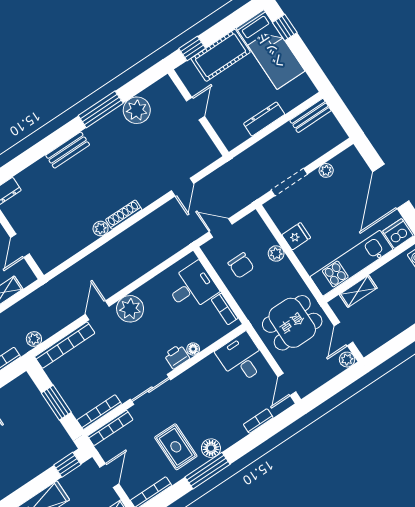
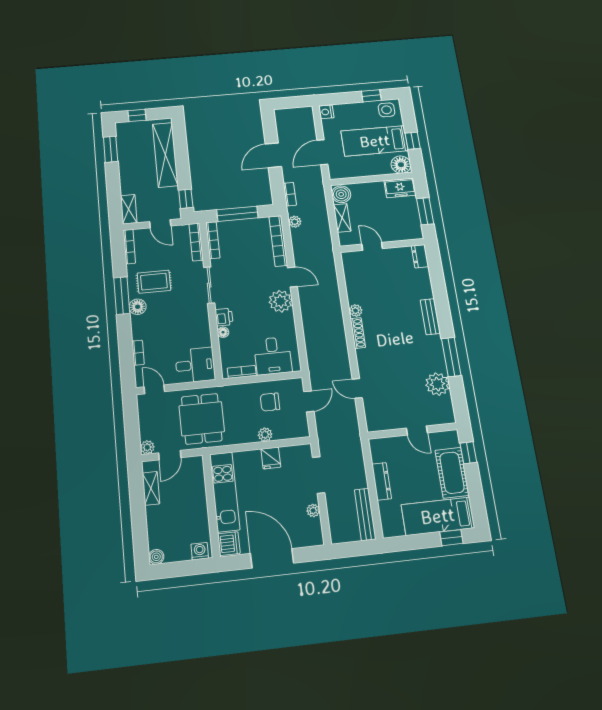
bench: (310, 115) -> (365, 514), width x1.36
shelving: (358, 291) -> (151, 488), moved
door: (344, 334) -> (170, 455), swing flipped
window: (56, 403) -> (237, 214), width x1.44

